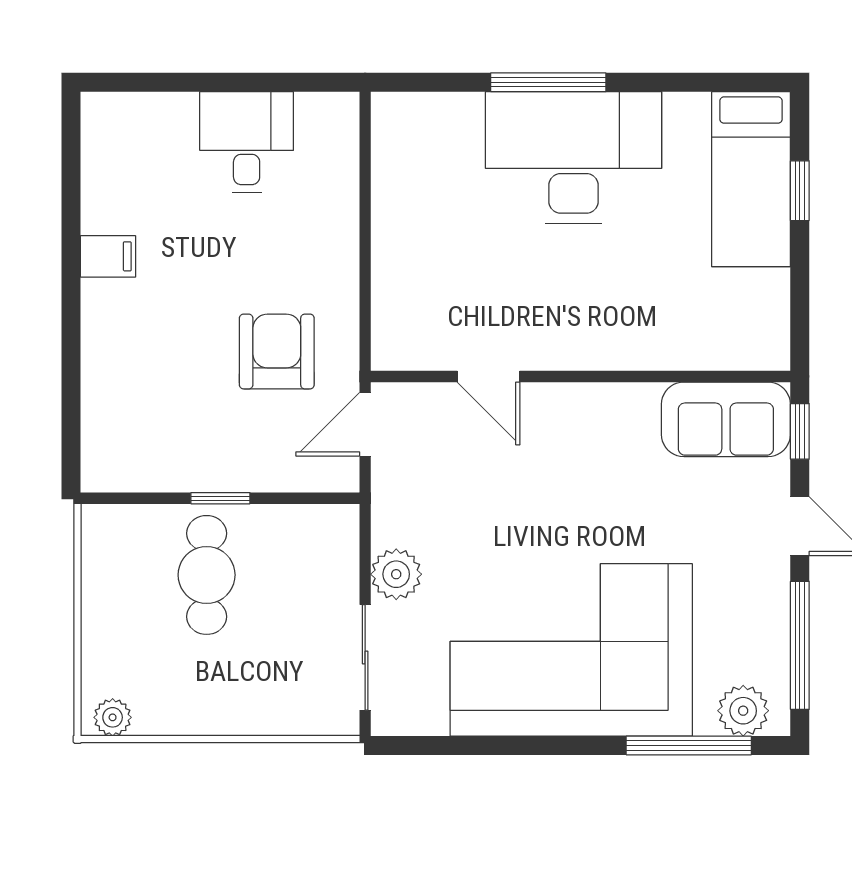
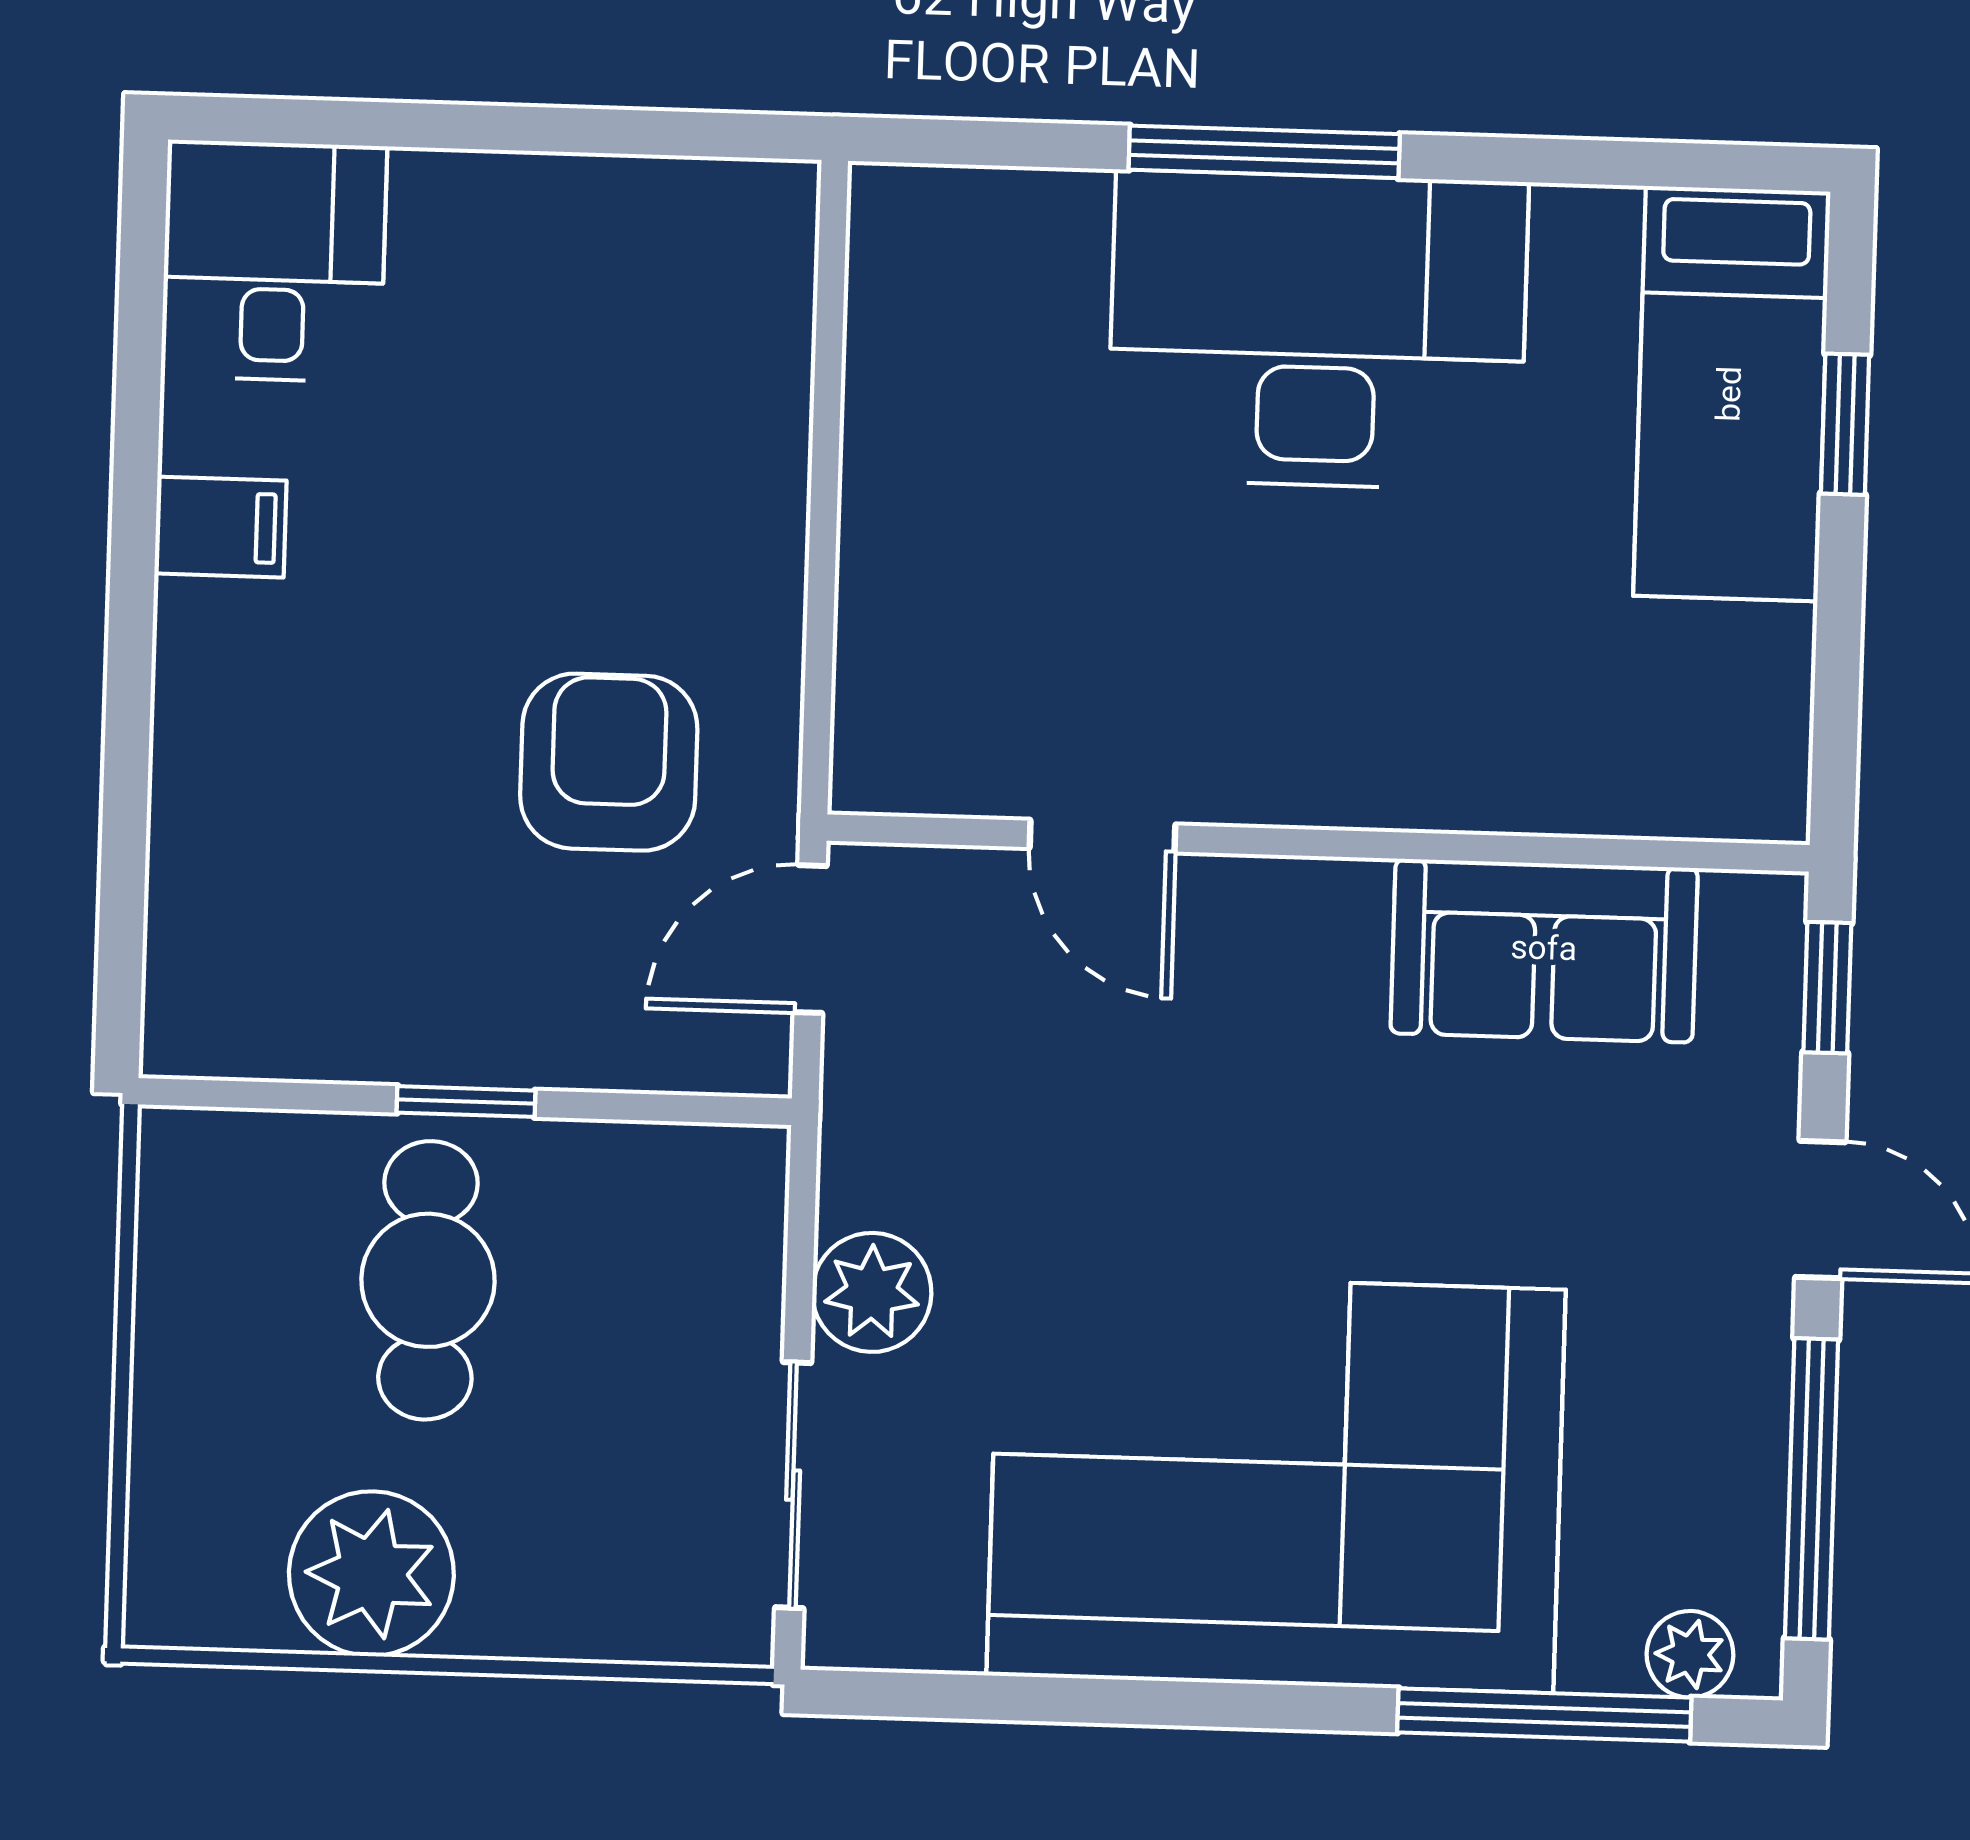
desk: (247, 142) -> (274, 261), moved
sofa: (726, 419) -> (1544, 951), moved
plant: (743, 711) -> (1690, 1654), width x0.73, depth x0.73
plant: (113, 717) -> (371, 1574), moved, width x1.87, depth x1.87

